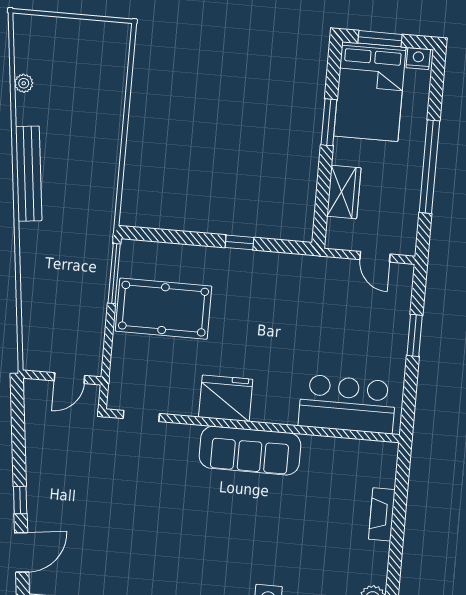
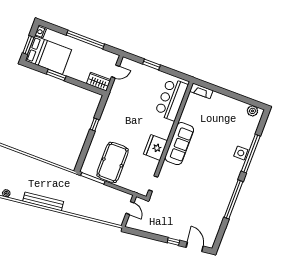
wardrobe: (344, 192) -> (99, 82), moved
fireplace: (382, 514) -> (201, 91), moved

